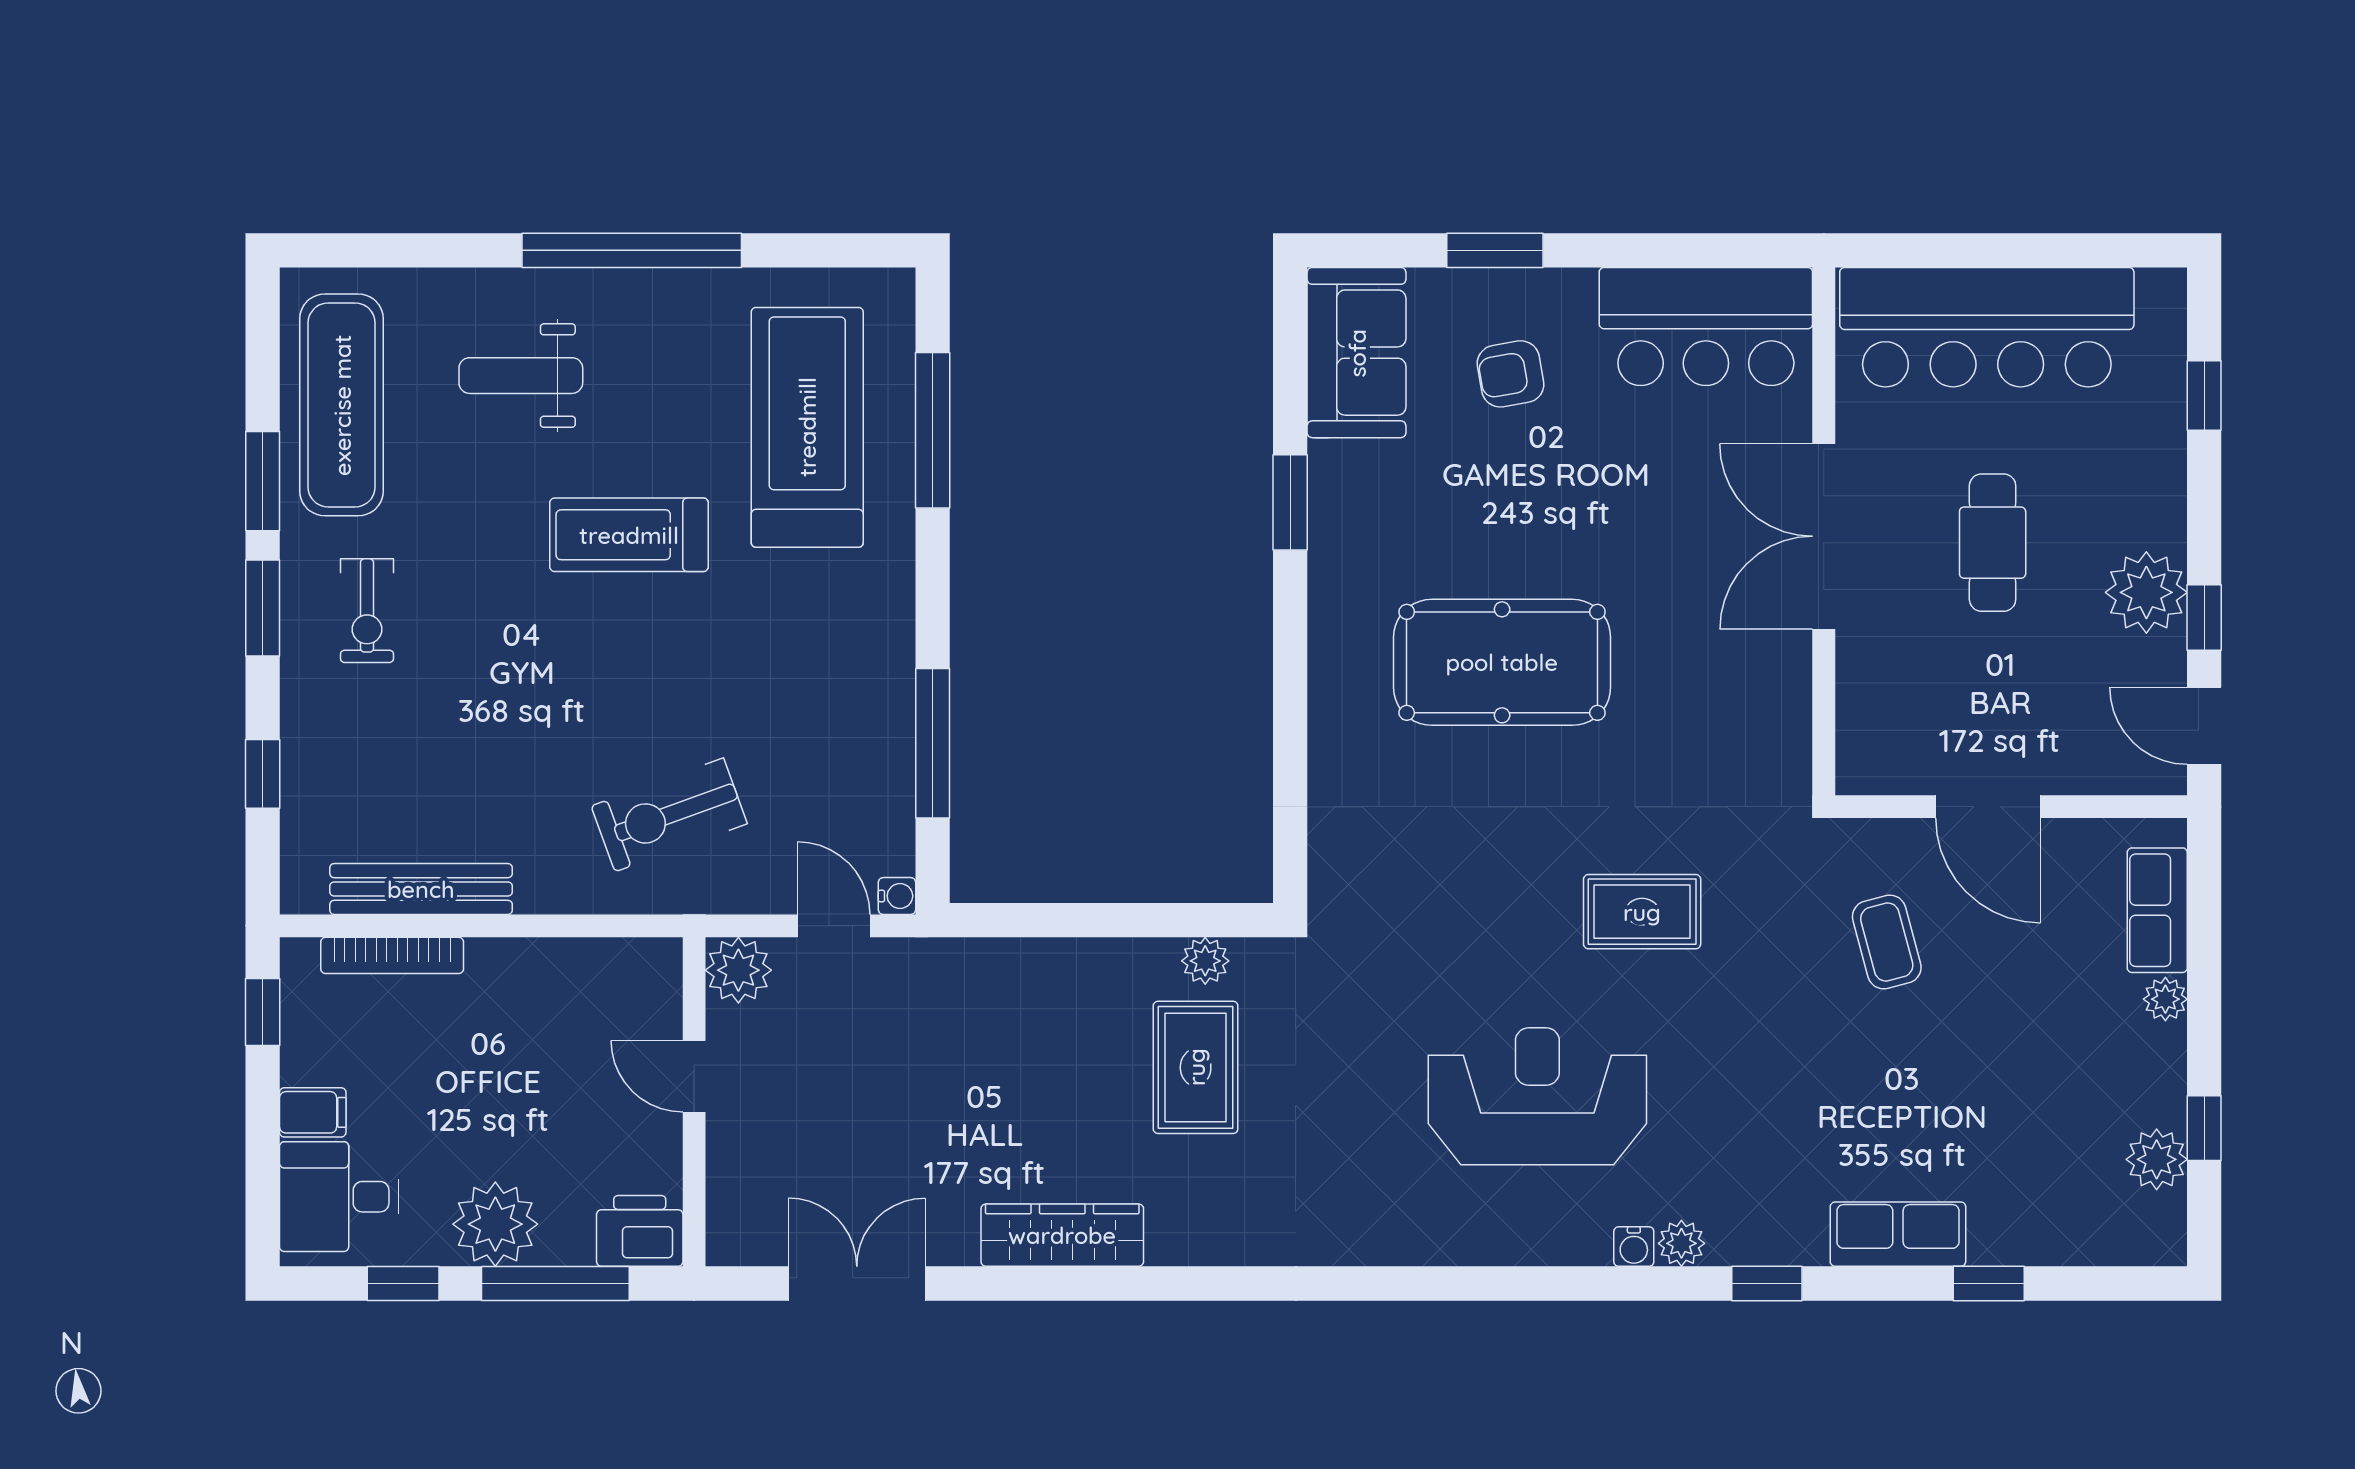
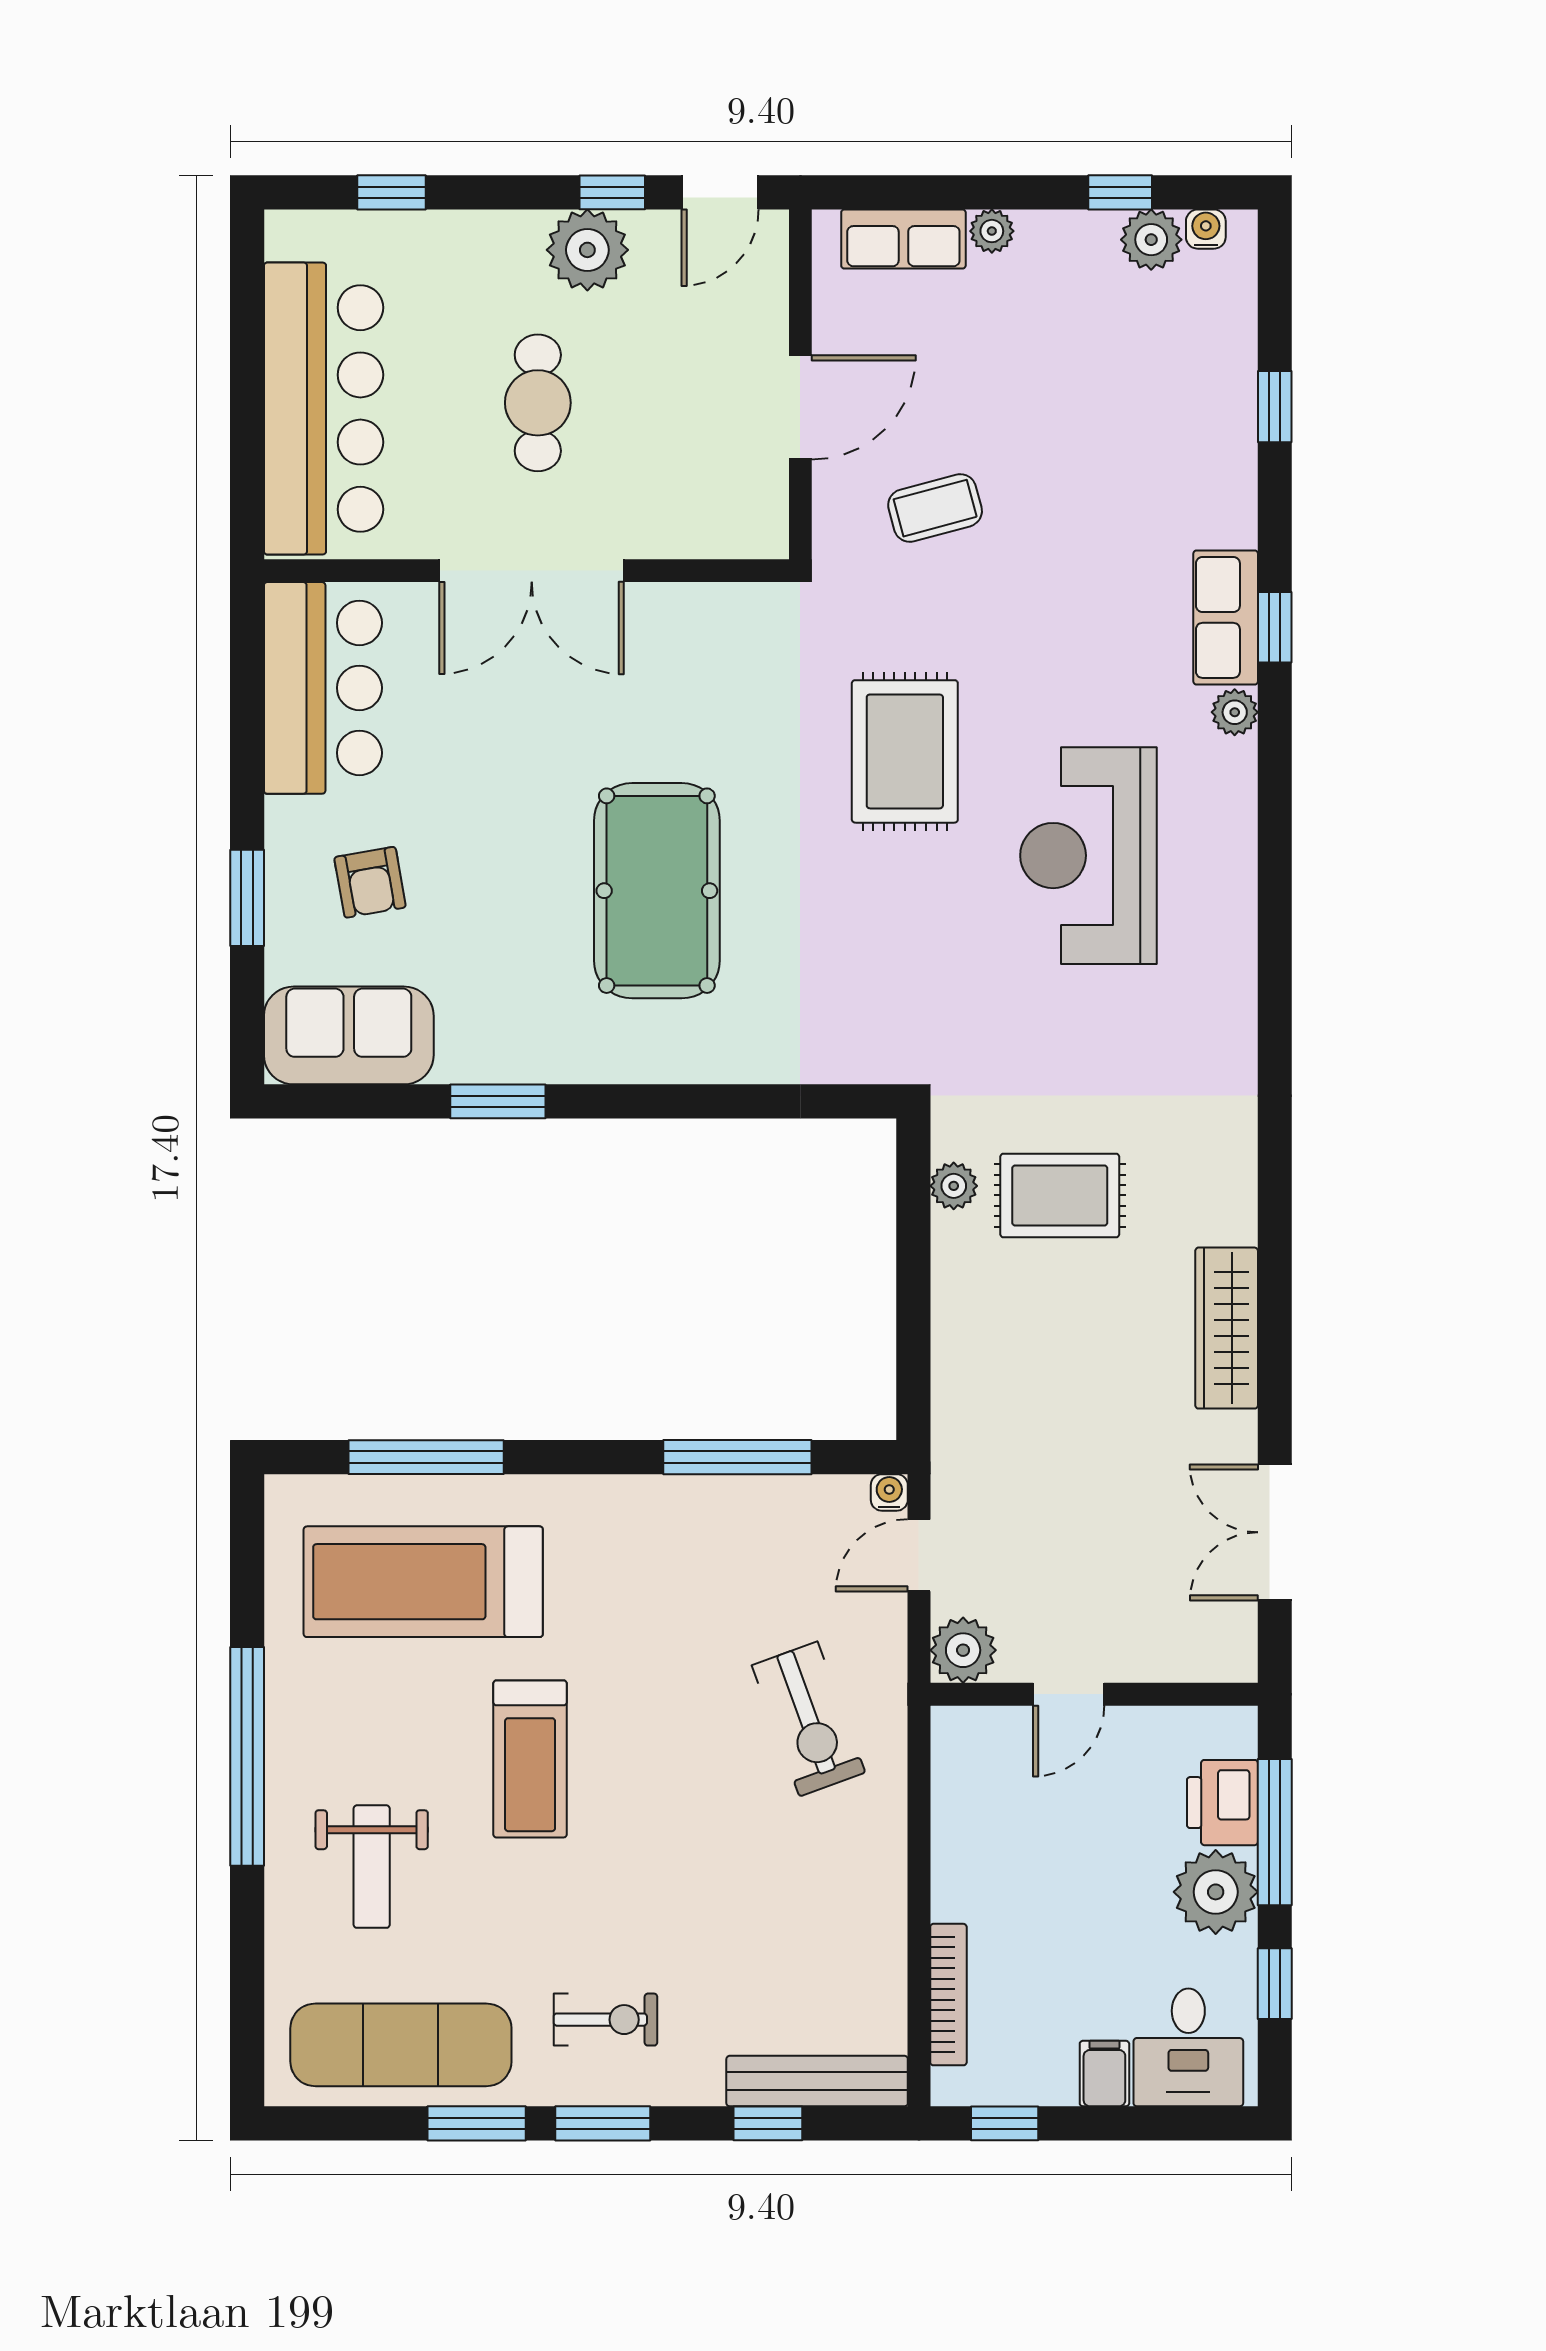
cafe table: (1993, 543) -> (538, 403), turned 90
bench: (421, 889) -> (817, 2081), moved, turned 90
rug: (1642, 912) -> (905, 751), width x1.36, depth x1.43
printer: (640, 1231) -> (1222, 1803), moved
row of seats: (1898, 1234) -> (1226, 617), moved
water cooler: (1634, 1247) -> (1206, 229), moved, turned -90

